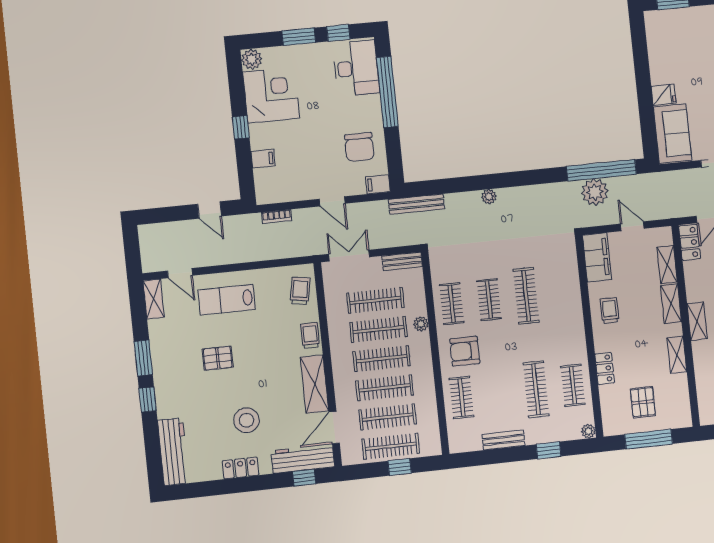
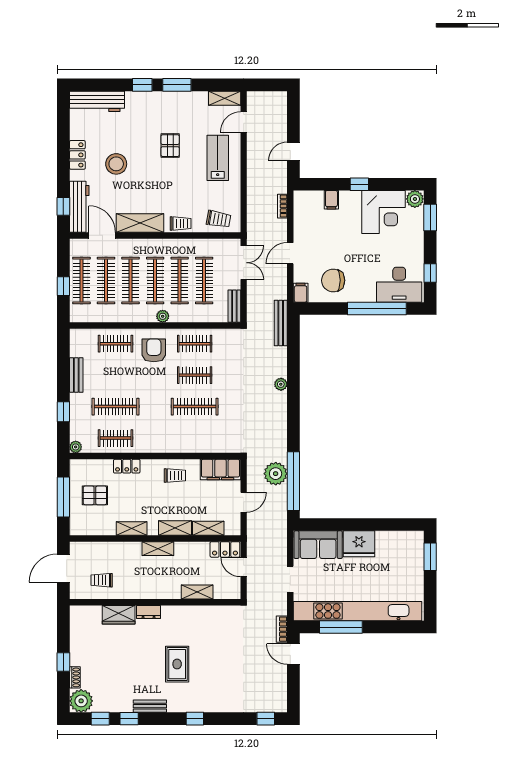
window: (299, 37) -> (430, 218), moved
fridge: (664, 95) -> (359, 544), width x1.88, depth x1.34
plant: (421, 324) -> (163, 316), moved

